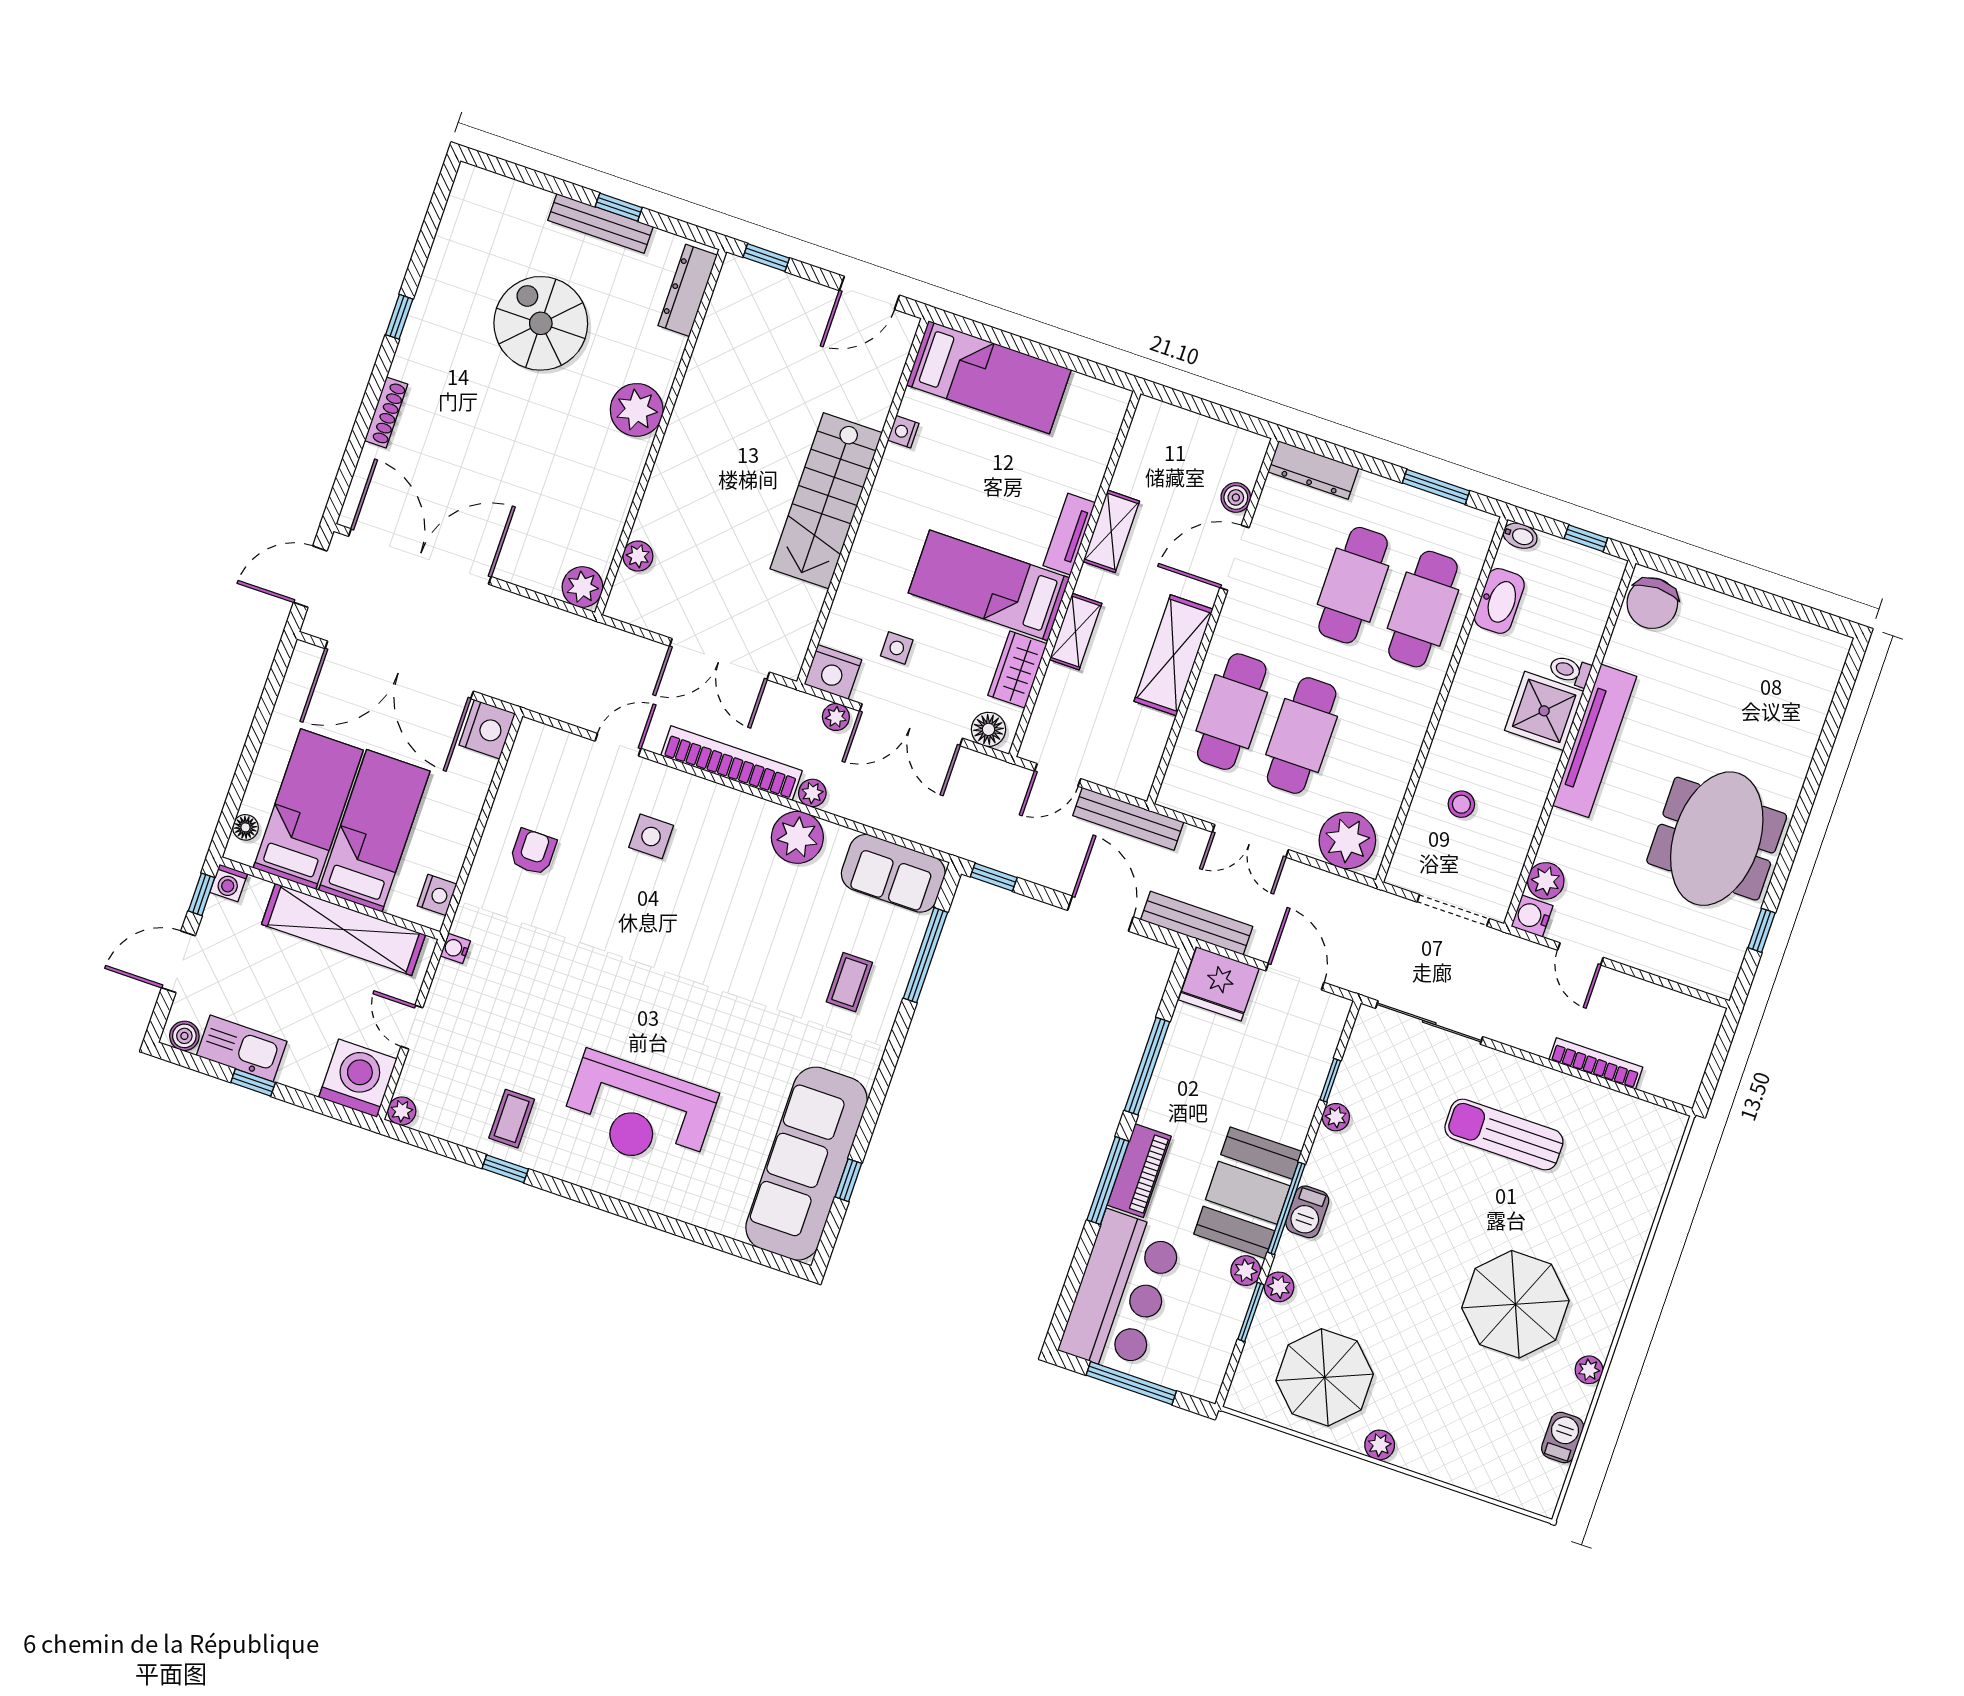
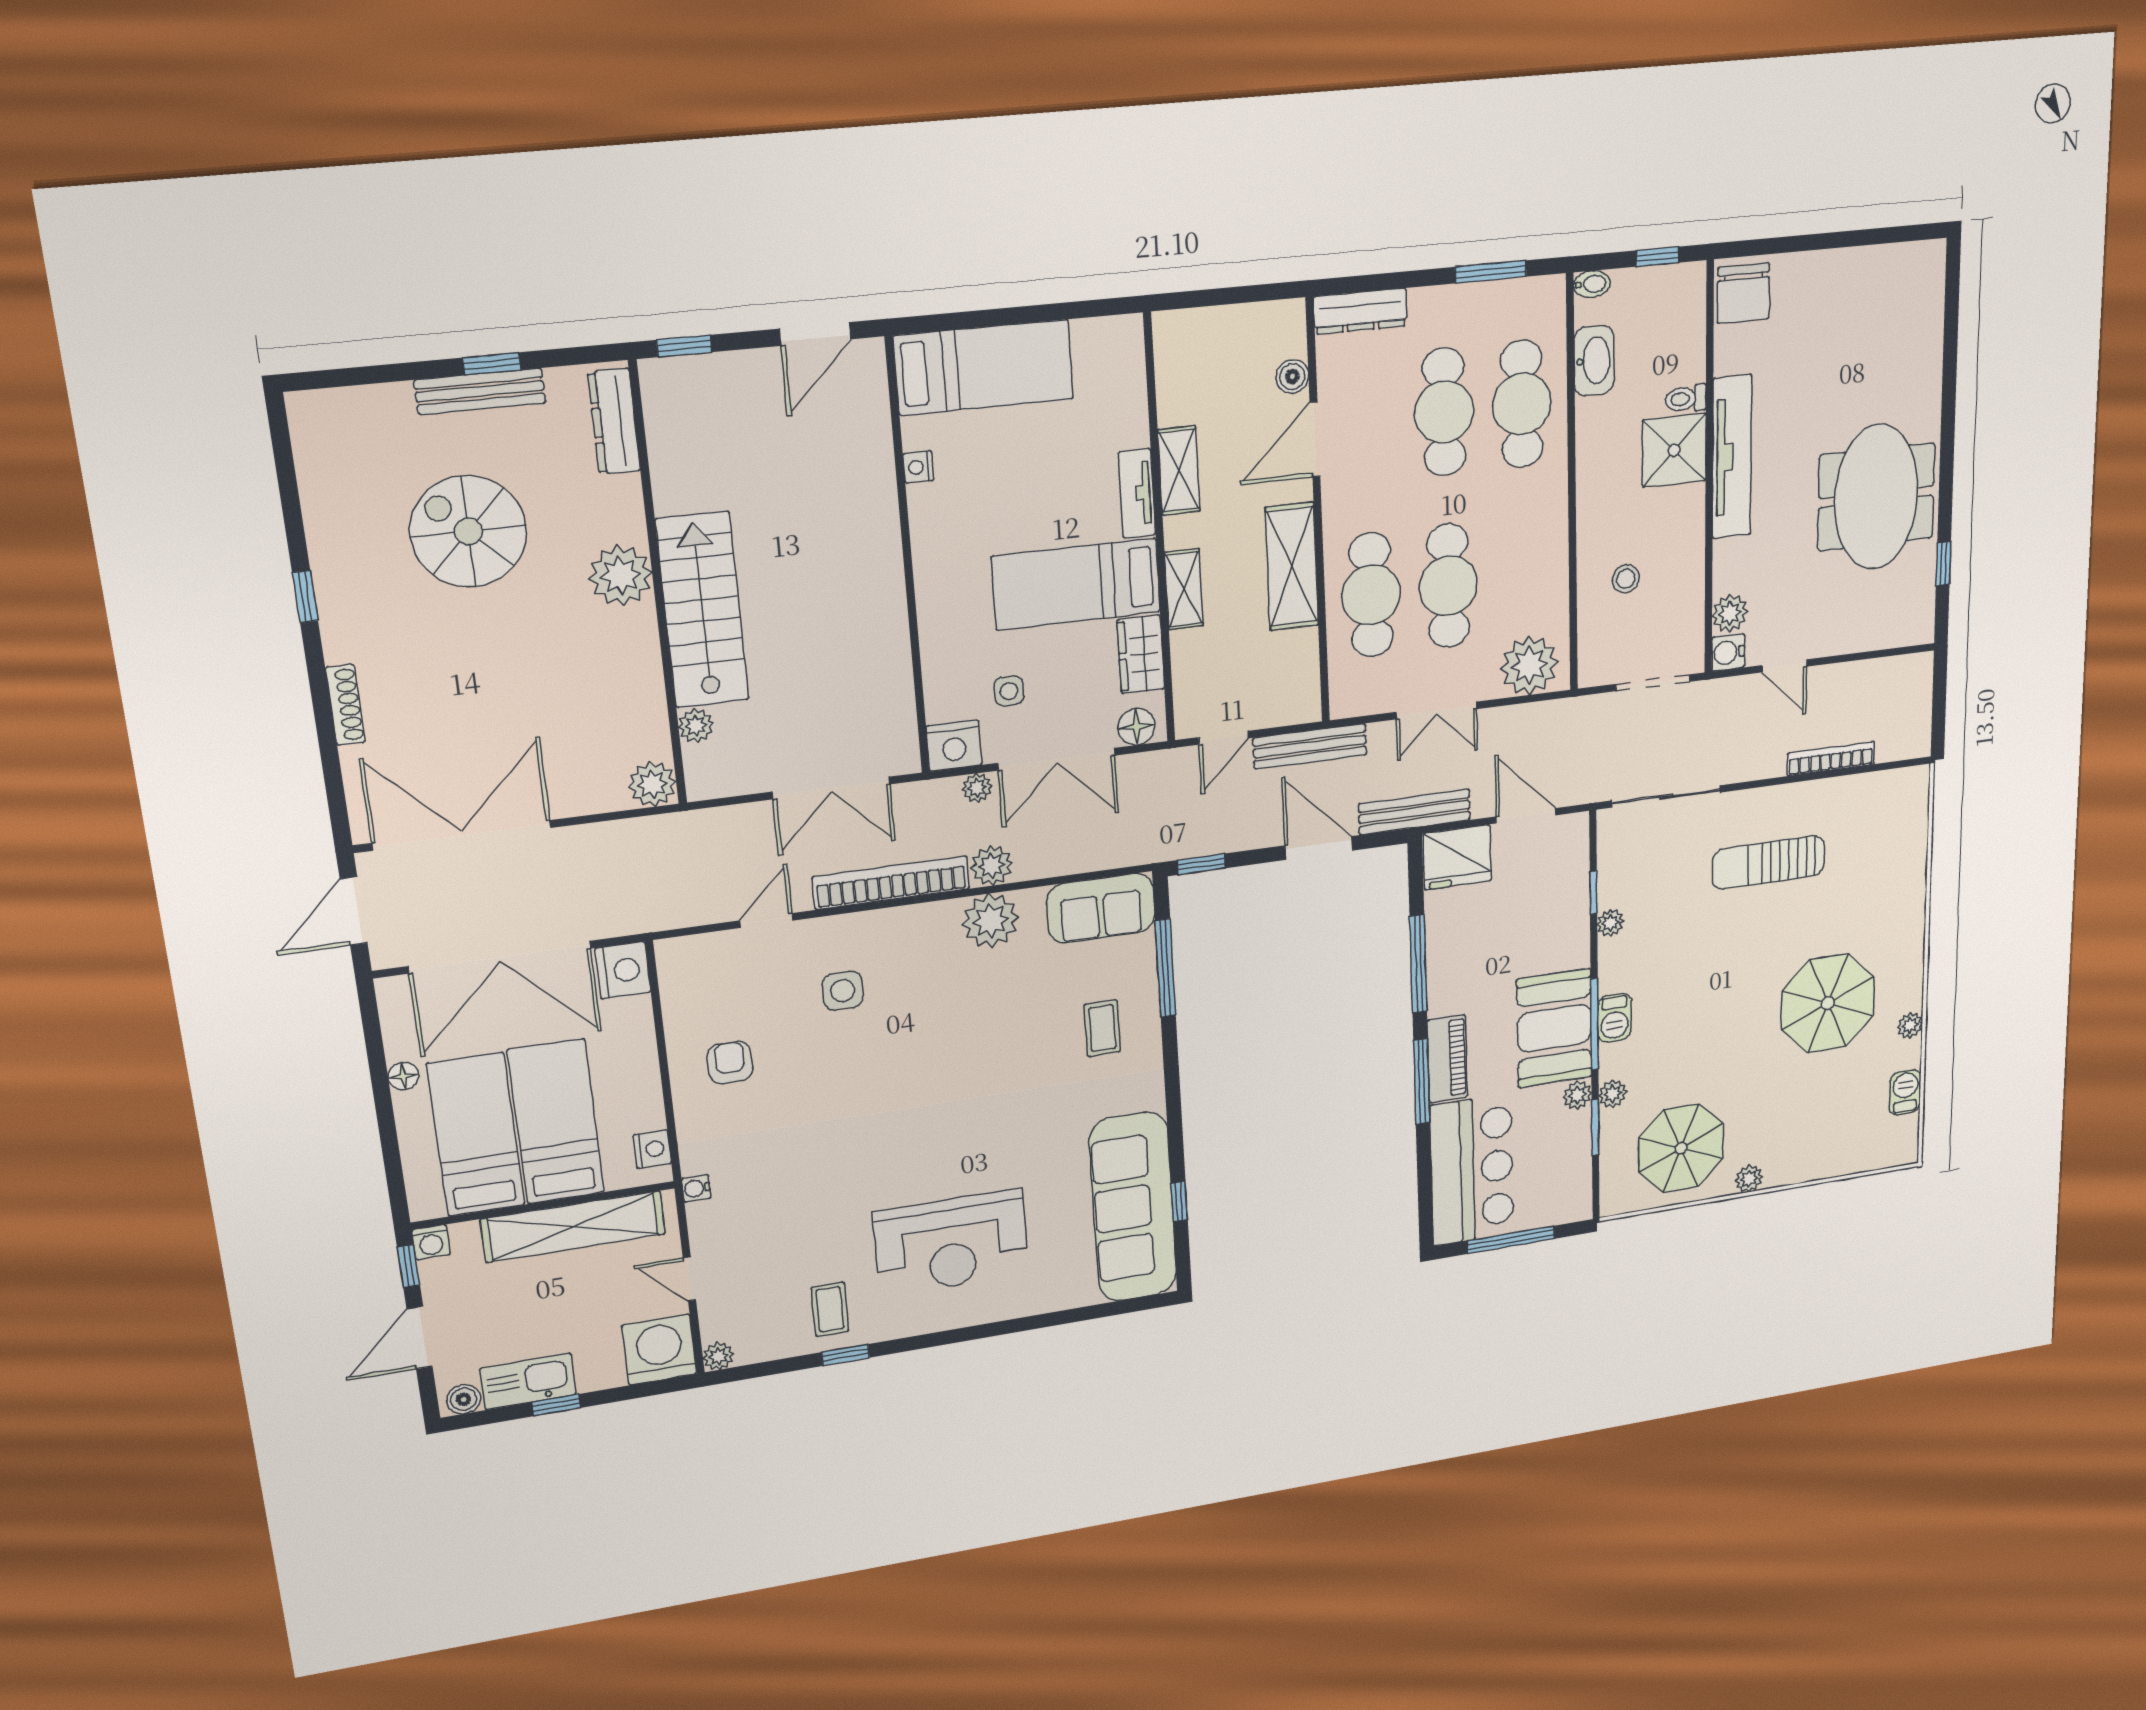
stairs: (826, 501) -> (702, 610), moved, turned 180
plant: (812, 793) -> (992, 866), width x1.38, depth x1.38
floor lamp: (245, 827) -> (403, 1076), moved

